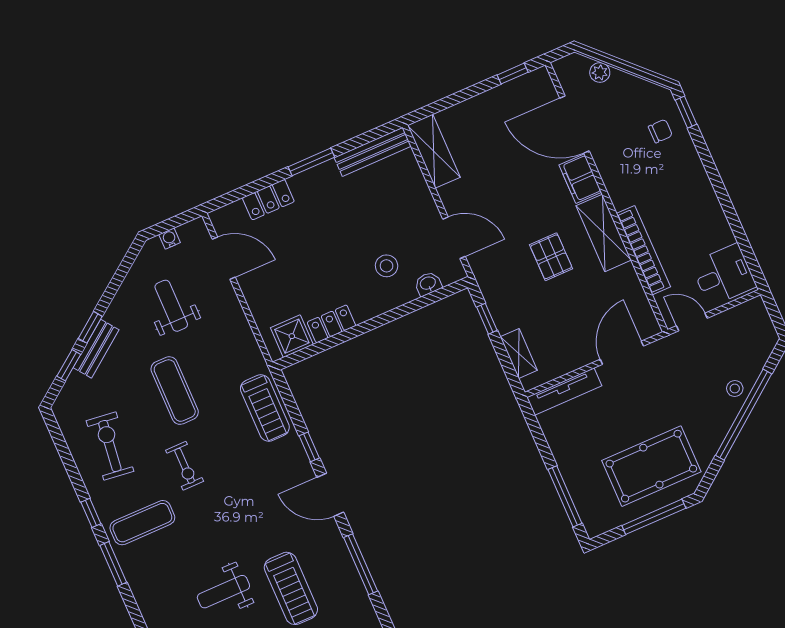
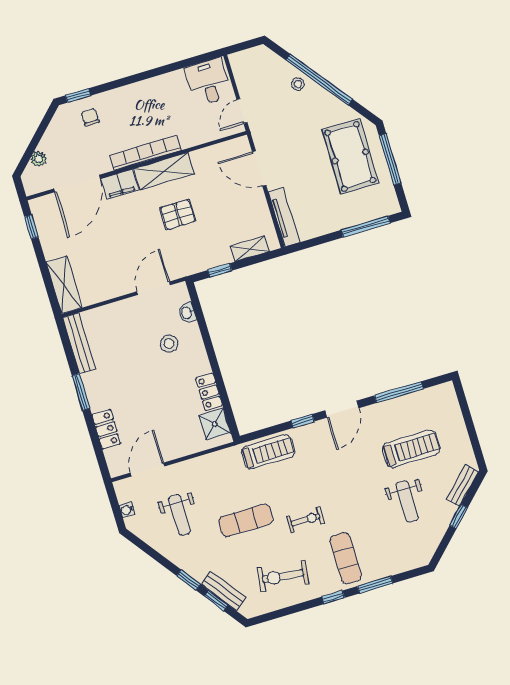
shelving: (434, 151) -> (64, 285), moved, turned 90
bookcase: (643, 250) -> (145, 153), moved
weight bench: (171, 306) -> (179, 515), turned -90
bench: (96, 349) -> (224, 591), moved

